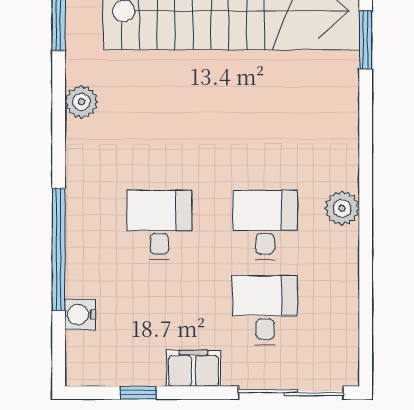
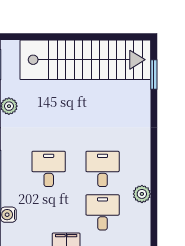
plant: (342, 208) -> (142, 194), moved

